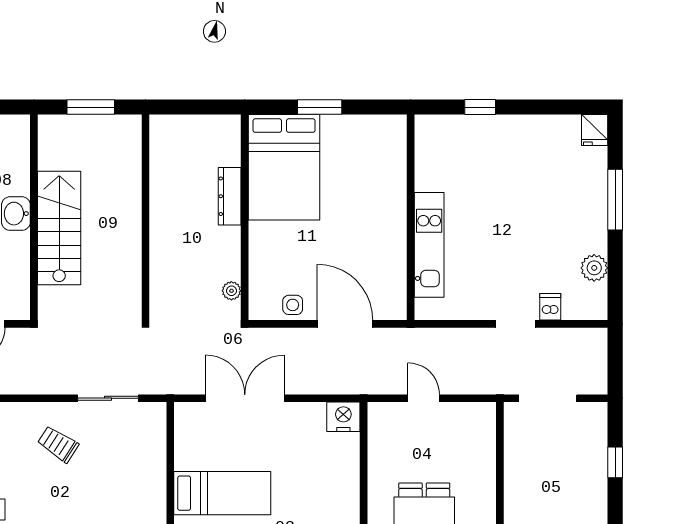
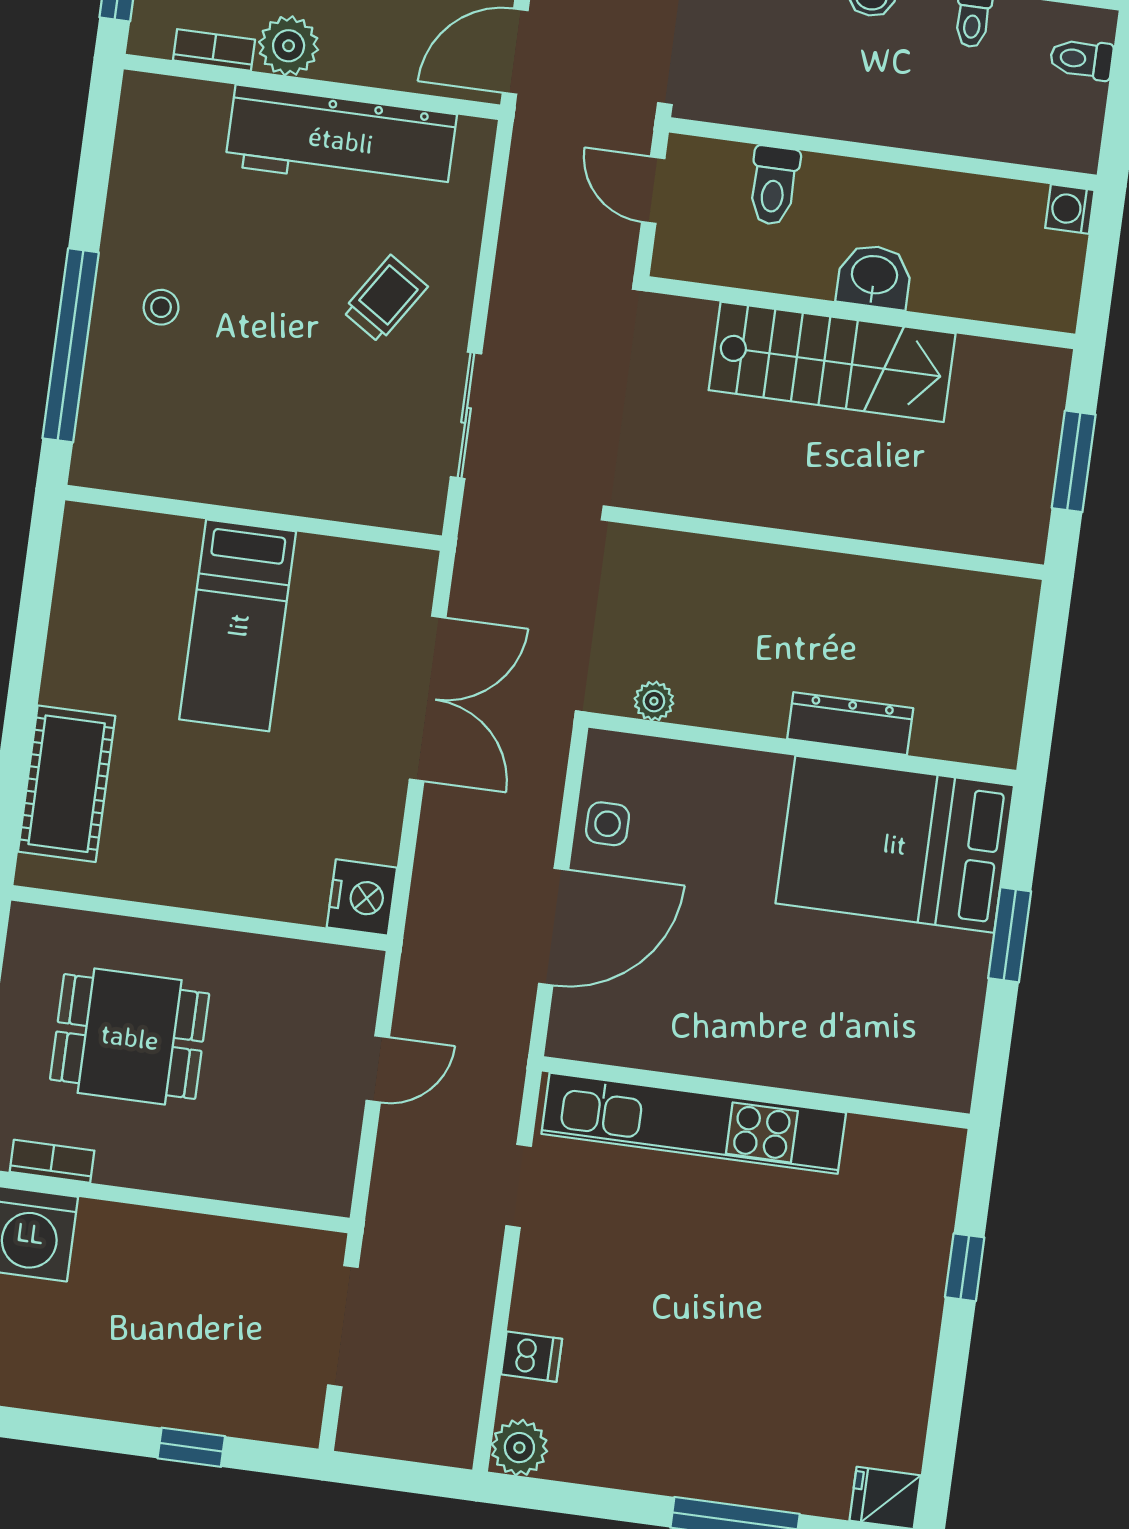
kitchen unit: (429, 245) -> (694, 1123), width x1.36
plant: (594, 268) -> (519, 1448), moved
doorway: (515, 324) -> (519, 1186), moved

